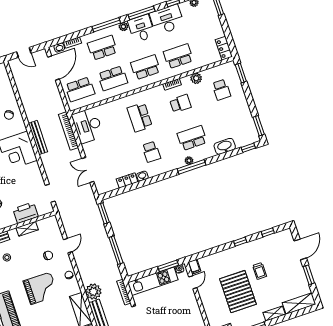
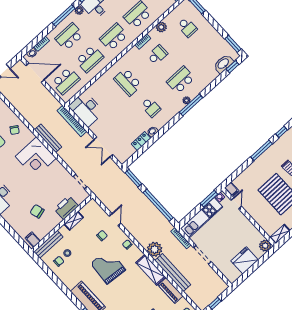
door: (54, 68) -> (35, 73), hinge flipped
washbasin: (225, 146) -> (223, 64), moved
window: (240, 242) -> (261, 150), width x2.17
window: (116, 250) -> (158, 205), width x1.46
grand piano: (41, 288) -> (108, 267), turned -85

